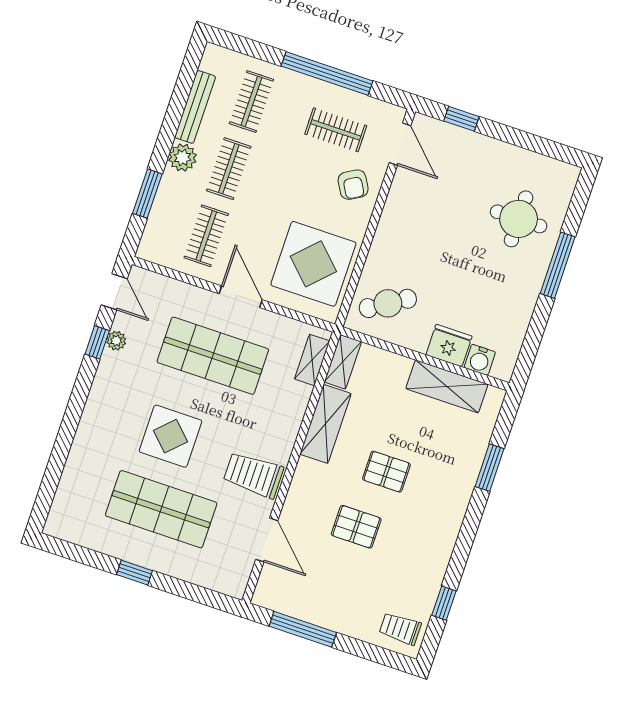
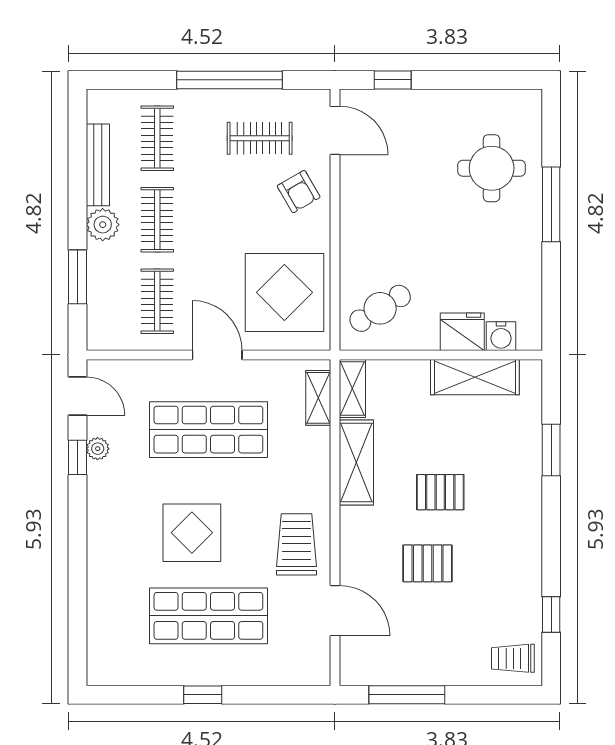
trolley: (253, 475) -> (297, 544), turned 90

